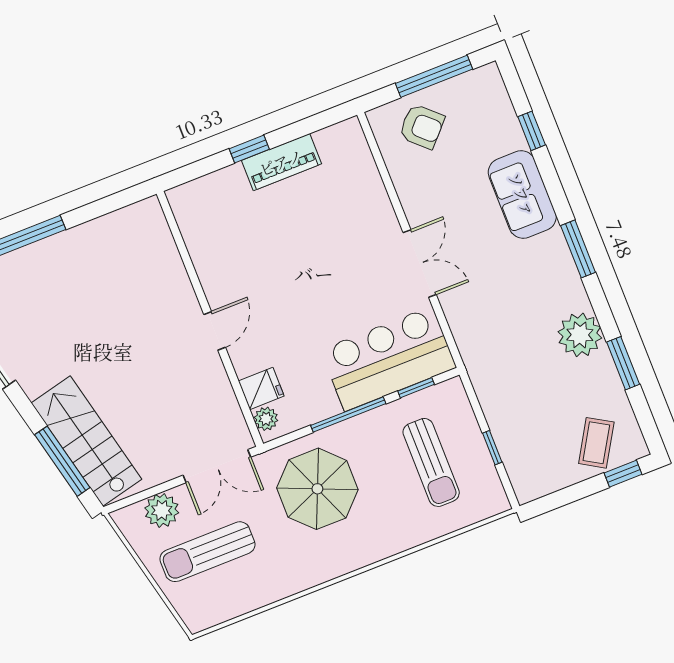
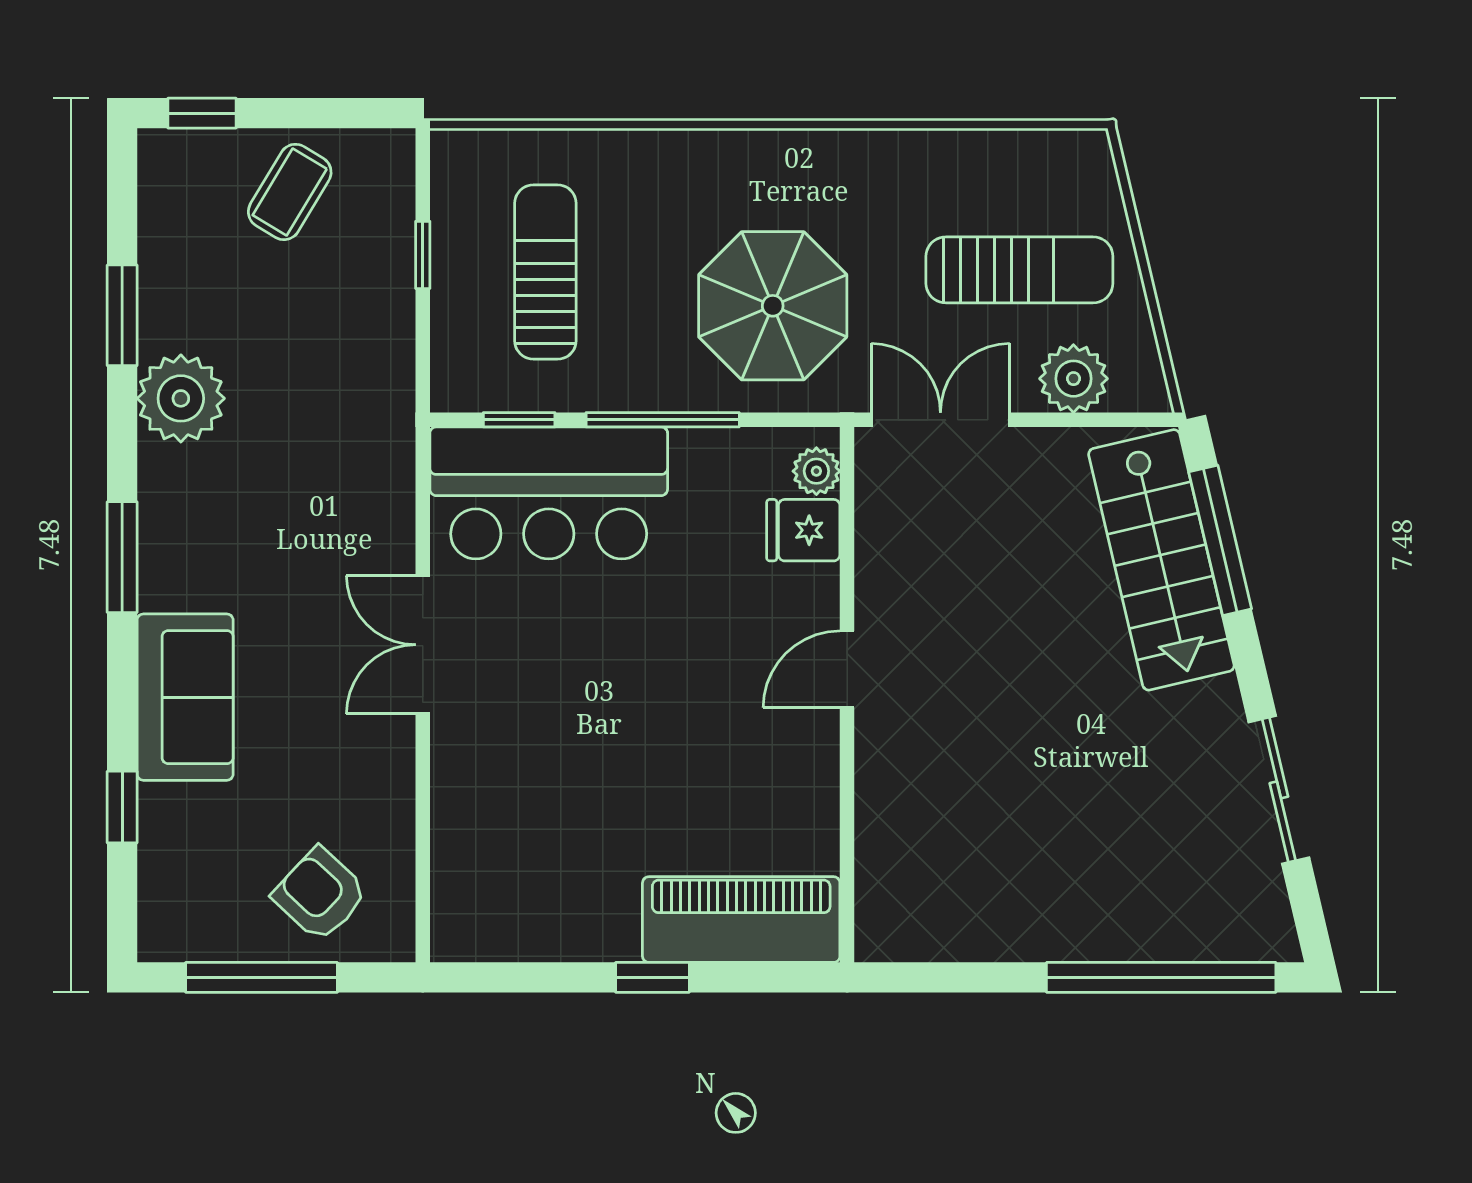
piano: (281, 162) -> (741, 920), moved, width x1.37, depth x1.33
coffee table: (596, 443) -> (290, 192), moved

